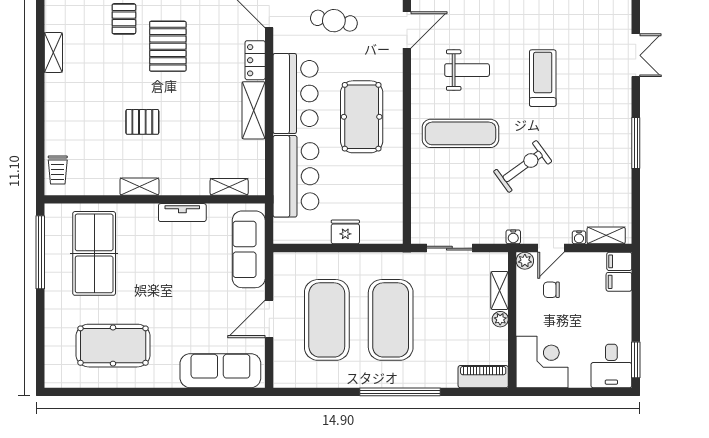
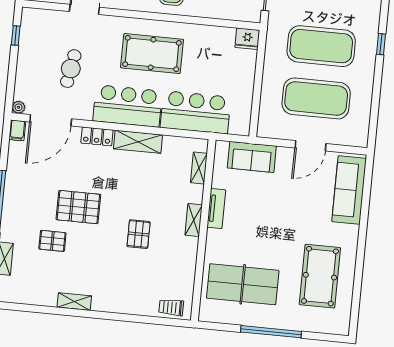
trolley: (58, 170) -> (171, 307), turned 180
shelving: (139, 187) -> (194, 220), moved
fridge: (345, 232) -> (247, 39), moved, turned -90
sofa: (249, 249) -> (252, 157), width x0.73
window: (40, 252) -> (271, 332), moved
door: (269, 319) -> (310, 146), hinge flipped
window: (400, 392) -> (381, 44), width x0.32

